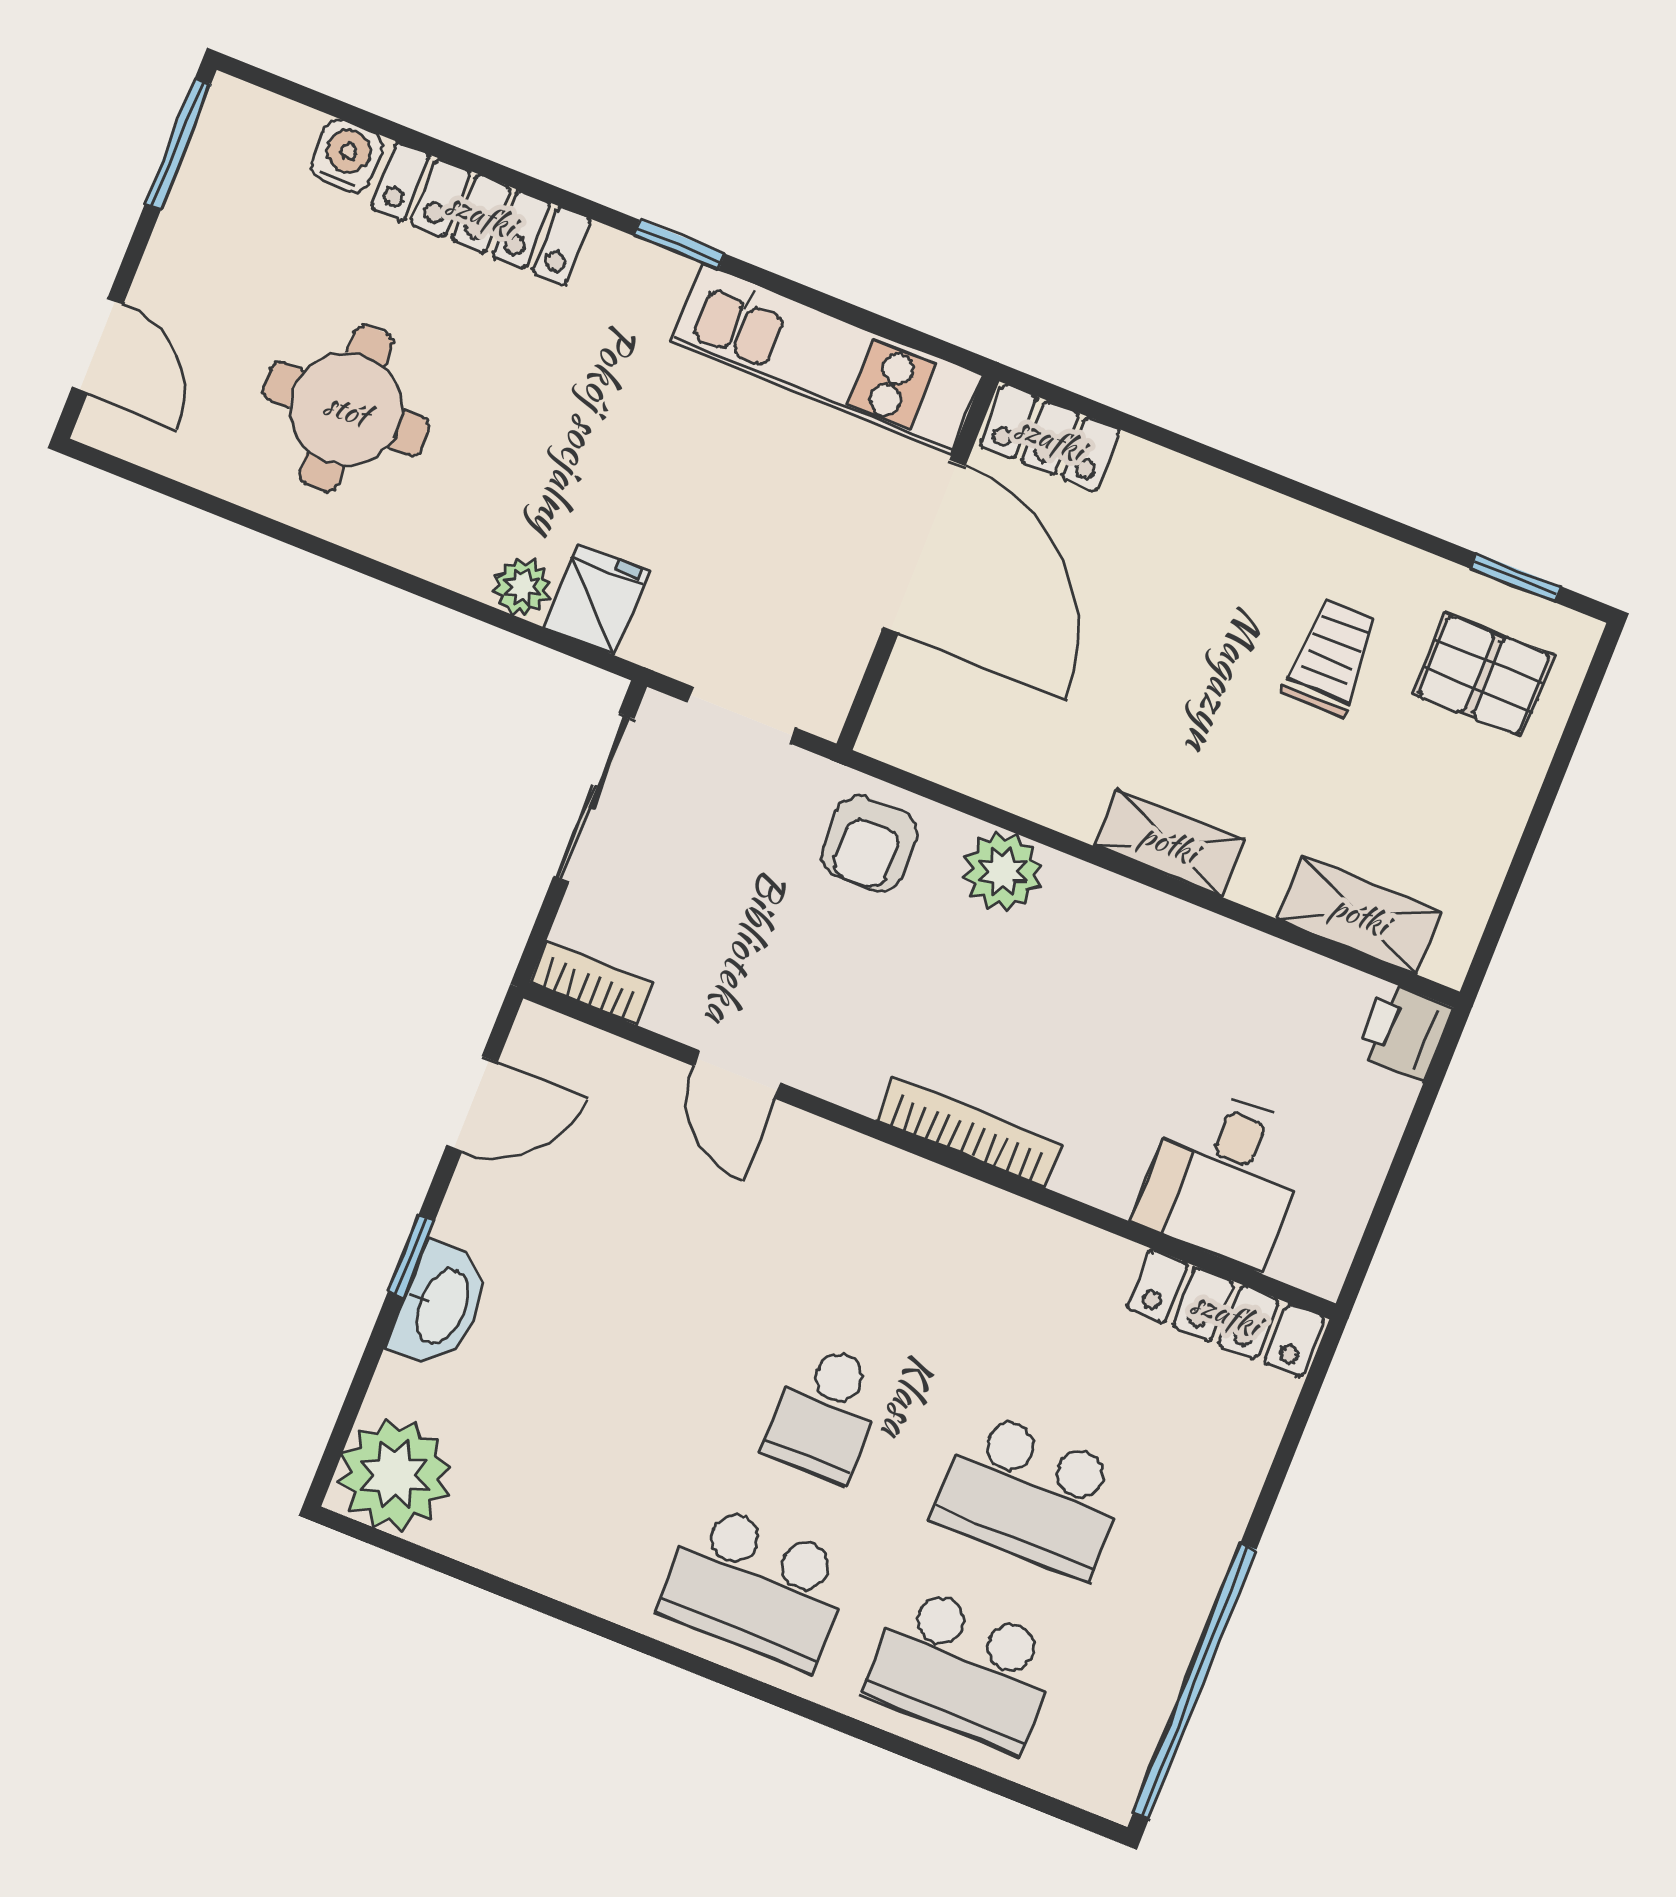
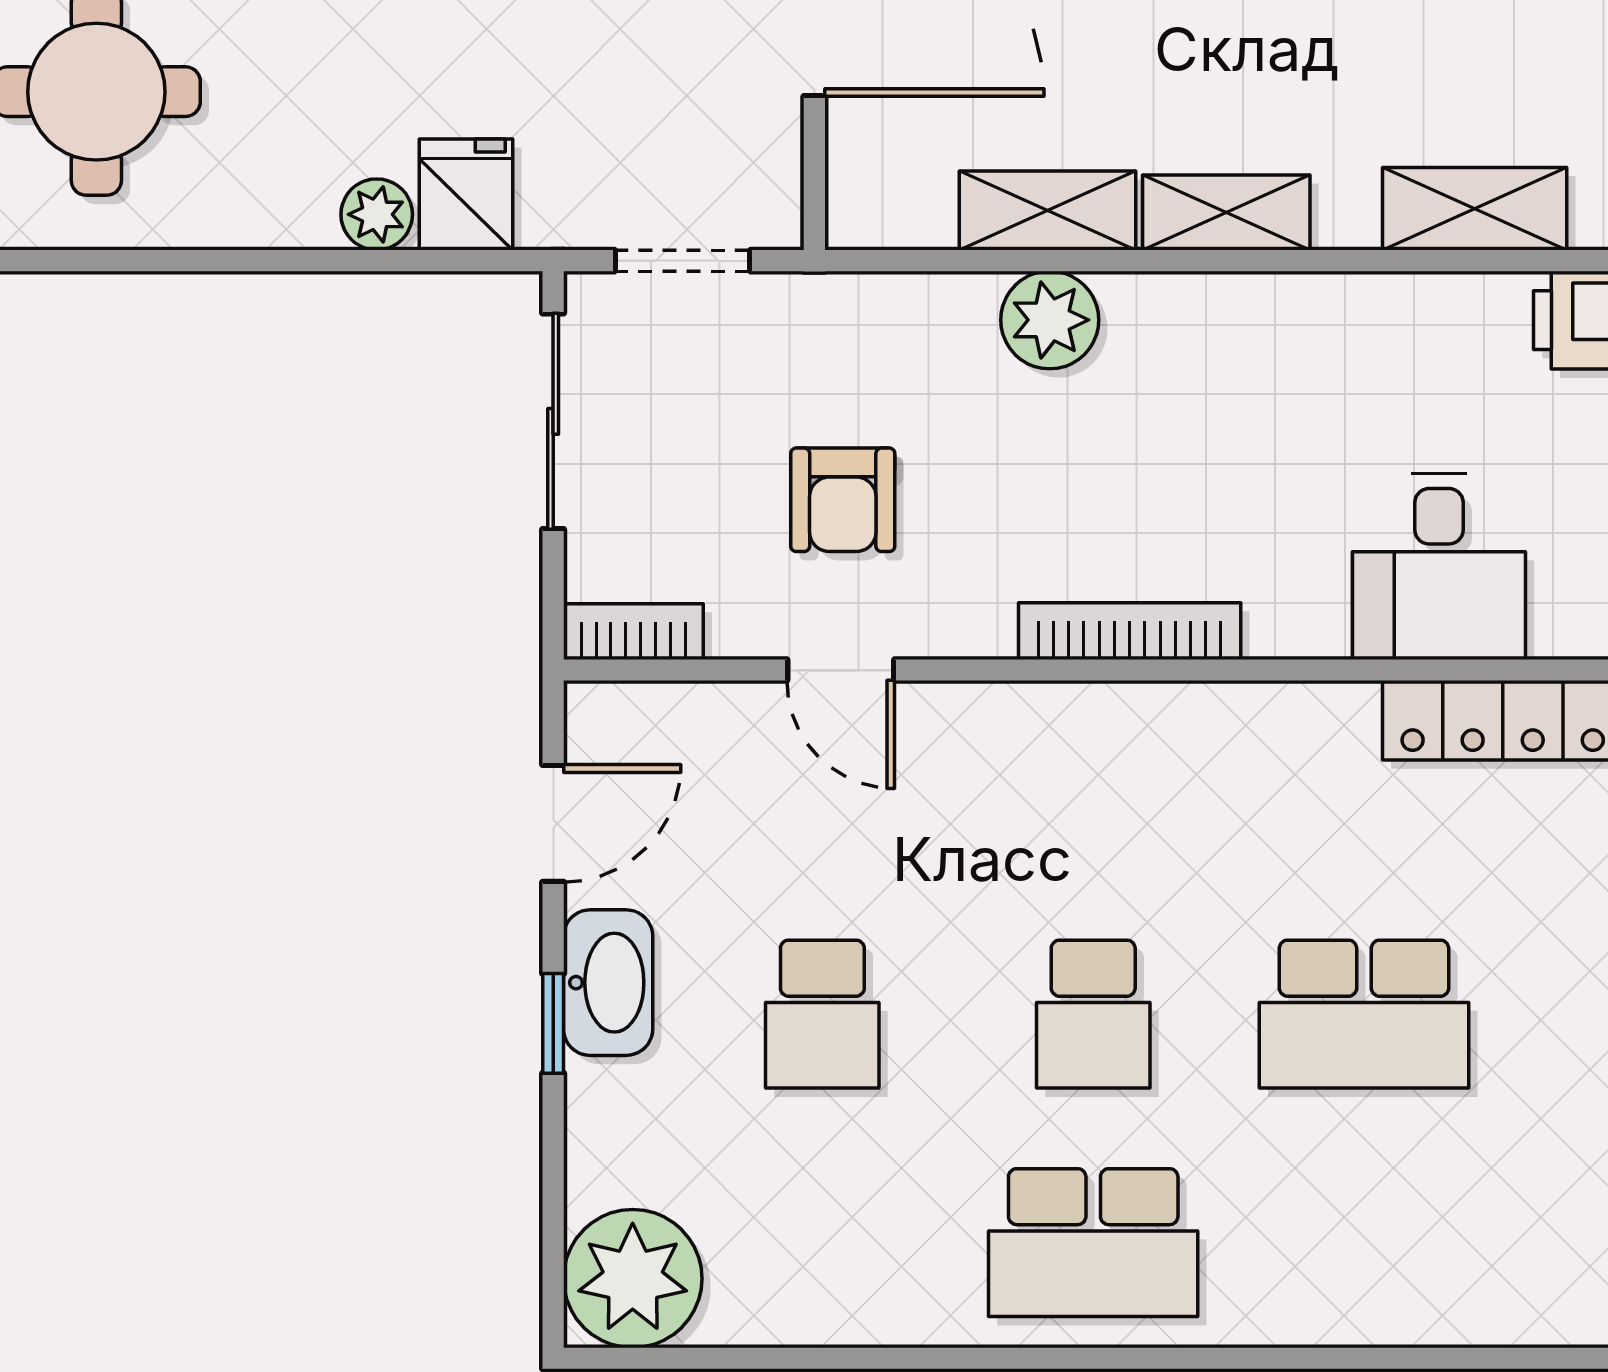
shelving: (1034, 787) -> (1048, 210), added
armchair: (870, 844) -> (843, 500), moved
washbasin: (440, 1306) -> (608, 983), moved
school desk: (962, 1669) -> (822, 1014), moved, width x0.54

